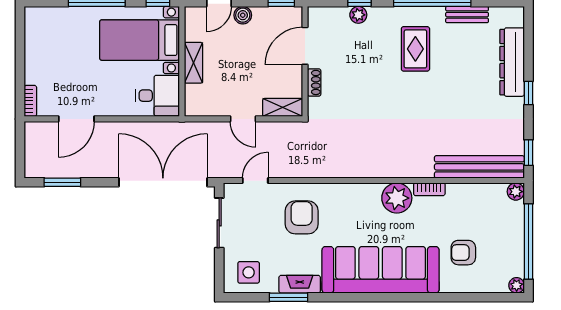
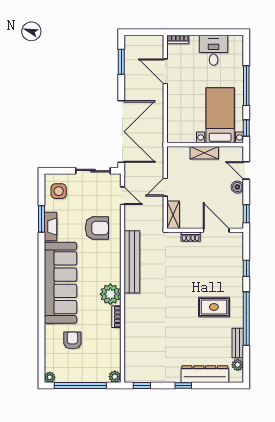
plant: (358, 15) -> (238, 365), moved
desk: (158, 96) -> (214, 50), moved, turned 180
bench: (479, 167) -> (132, 262), moved

